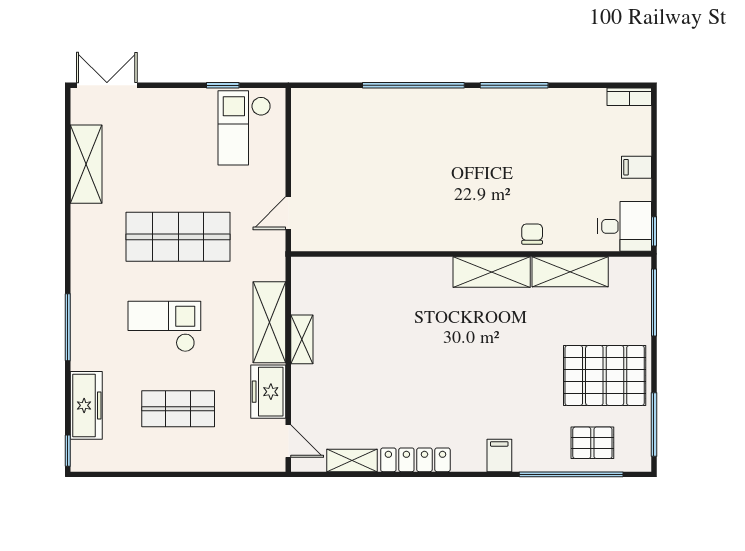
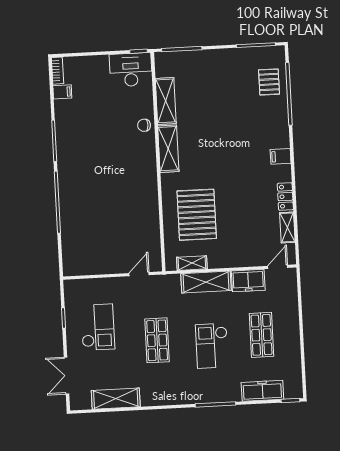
double door: (107, 85) -> (67, 376), moved
checkout: (244, 128) -> (98, 327), moved, turned -90
filing cabinet: (636, 167) -> (62, 92), moved, turned -90
door: (288, 213) -> (139, 274), swing flipped
desk: (624, 226) -> (131, 70), width x1.37
shop shelf: (178, 237) -> (157, 340), width x0.70, depth x0.74
shelving: (302, 339) -> (192, 263), moved
pallet: (605, 376) -> (197, 215), moved
filing cabinet: (499, 455) -> (281, 156), moved
locker: (415, 460) -> (285, 197), width x0.66

